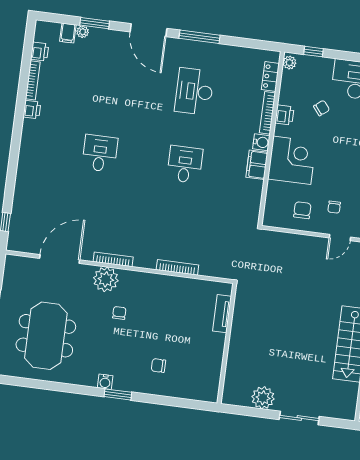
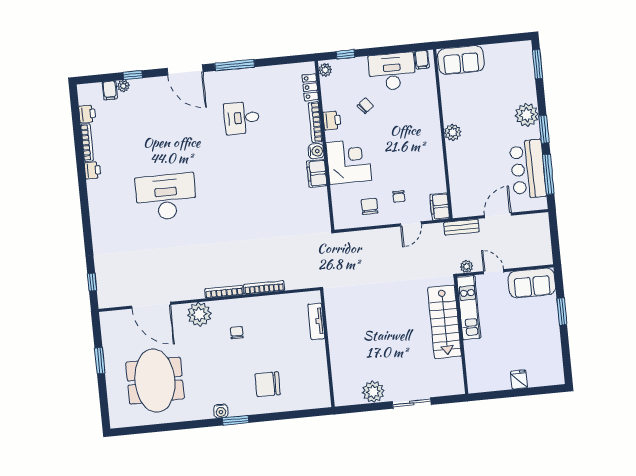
window: (95, 23) -> (133, 75), width x0.67
desk: (194, 91) -> (242, 118), width x0.73
desk: (100, 153) -> (166, 197), width x1.87, depth x1.30
desk: (185, 164) -> (249, 189), removed
door: (60, 259) -> (151, 305), swing flipped
bookcase: (113, 259) -> (224, 292), moved
chair: (119, 313) -> (237, 333), moved
chair: (158, 366) -> (268, 384), width x1.87, depth x1.87

